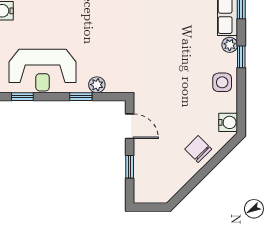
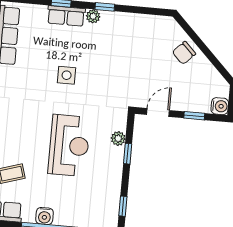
reception desk: (43, 70) -> (69, 145), moved
side table: (222, 82) -> (67, 75), moved
water cooler: (228, 122) -> (220, 106), moved, turned 90

